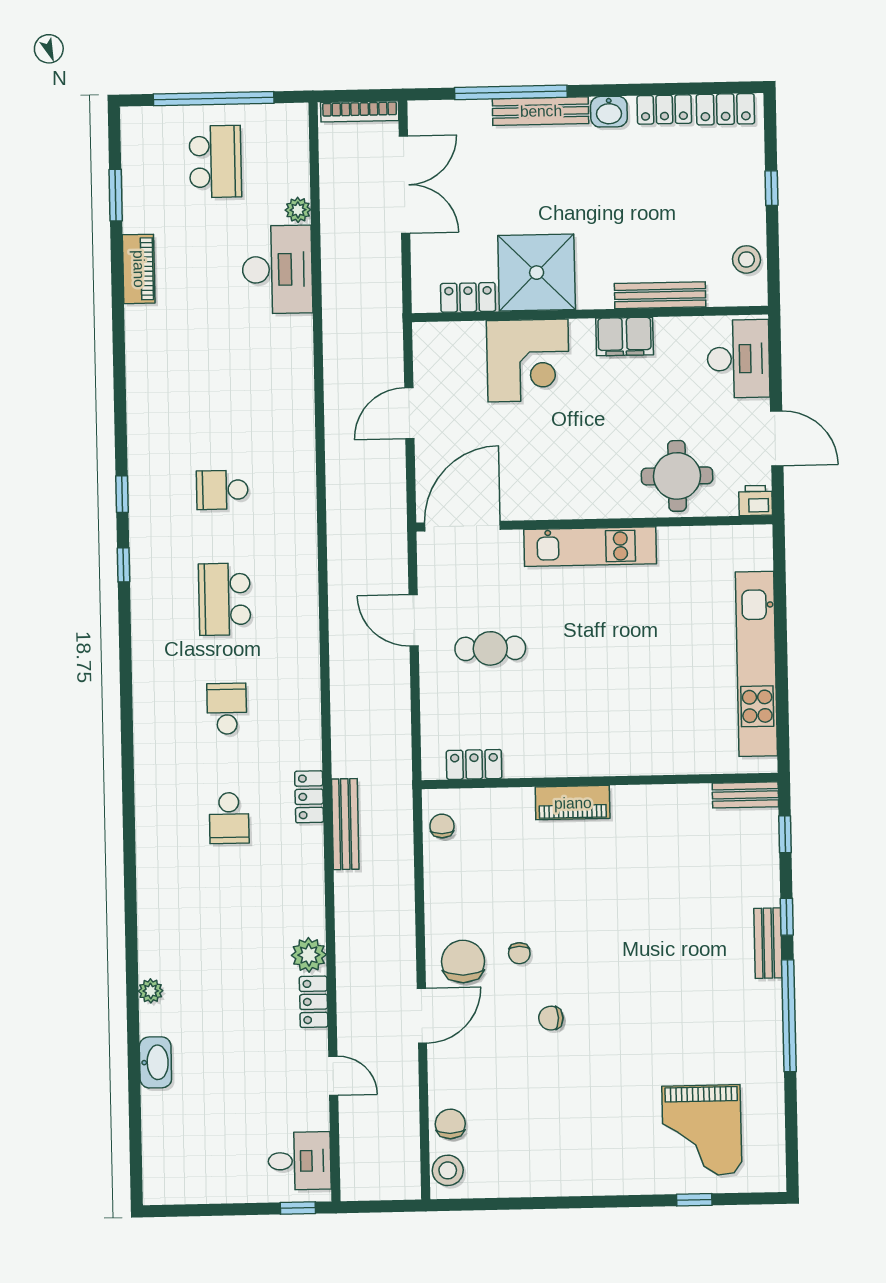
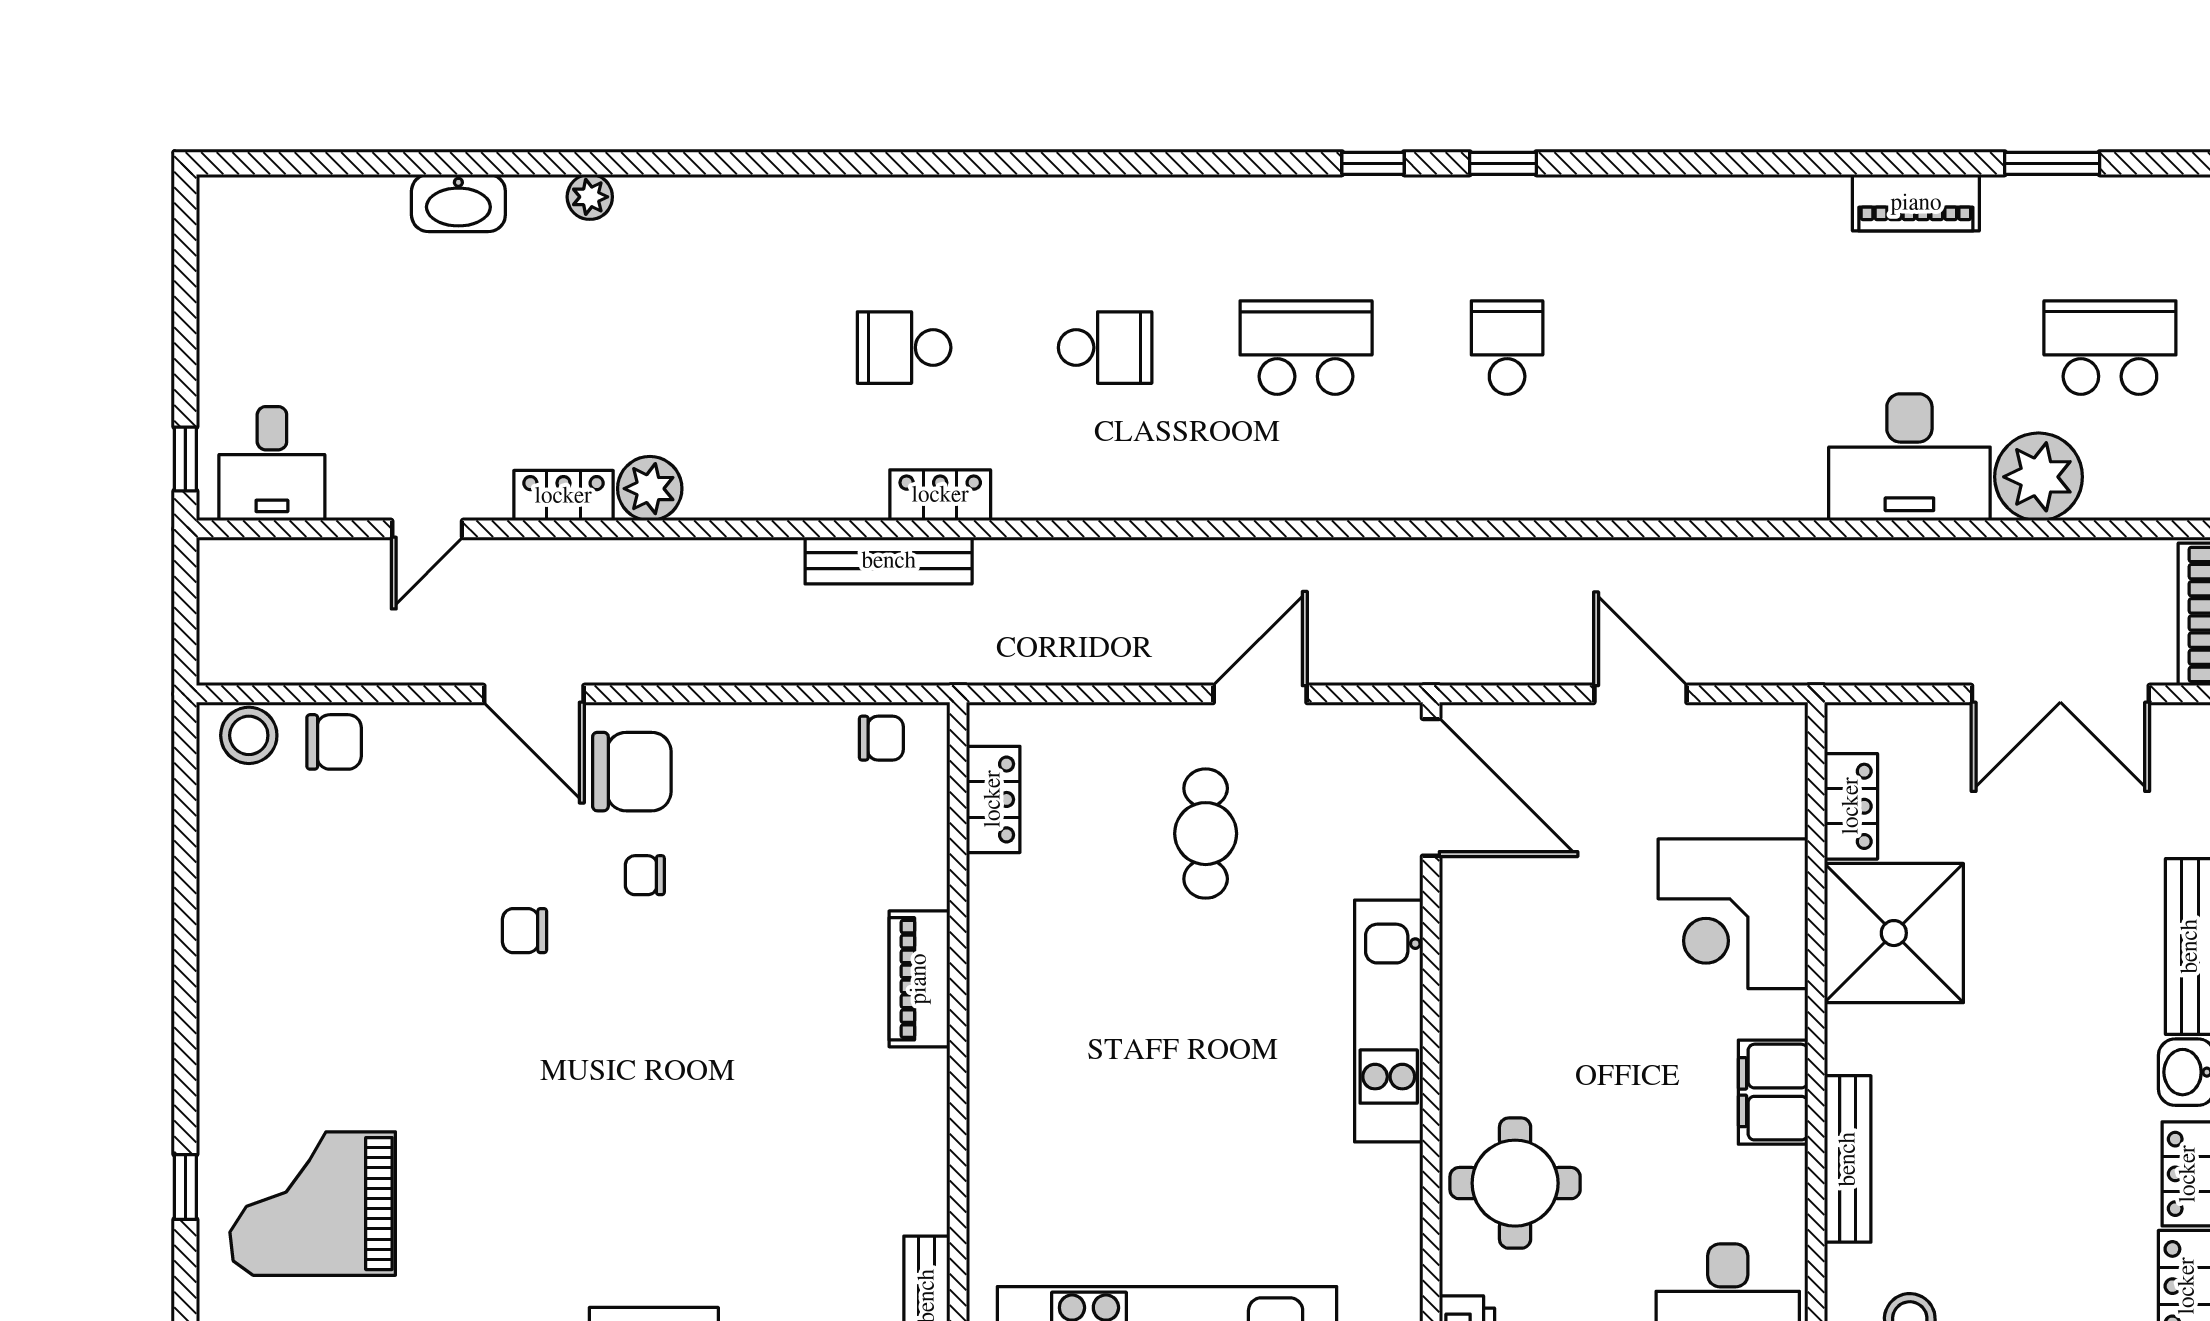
school desk: (215, 162) -> (2110, 348), turned 180
plant: (298, 210) -> (2039, 477), width x1.88, depth x1.88
chair: (551, 1018) -> (525, 931), turned -90

